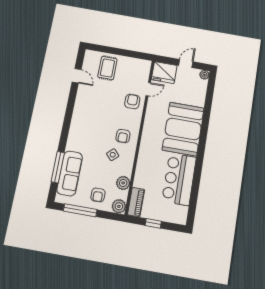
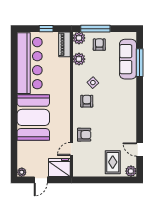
plant: (90, 56) -> (131, 171), added
armchair: (132, 101) -> (84, 135), turned -90
bar counter: (179, 179) -> (30, 63), width x1.36
window: (80, 210) -> (95, 29), moved

